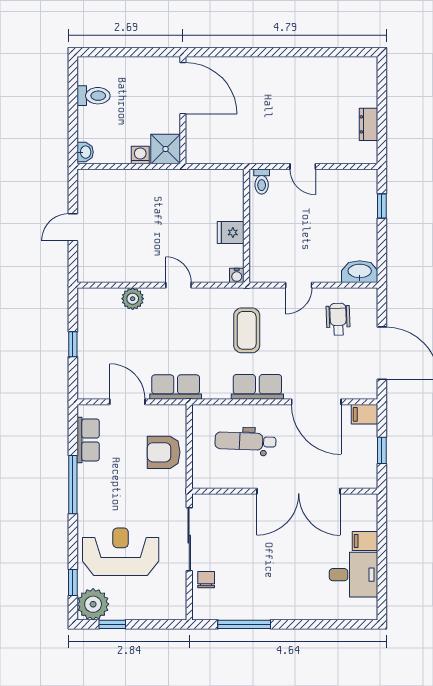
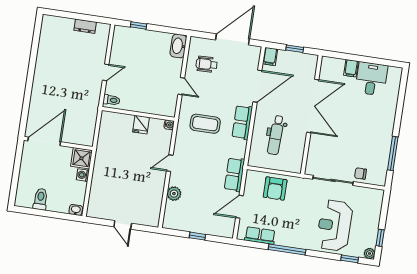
plant: (93, 604) -> (369, 254), width x0.53, depth x0.53

